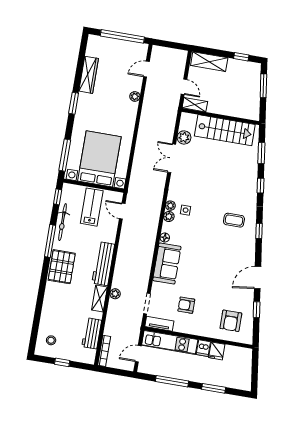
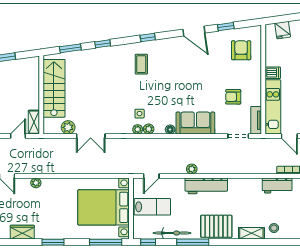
wardrobe: (89, 75) -> (22, 232), width x0.67
lab bench: (92, 207) -> (152, 207), turned 180
plant: (115, 294) -> (192, 169), moved
shelving: (99, 299) -> (251, 233), moved
armchair: (186, 305) -> (233, 97), turned 90
armchair: (231, 321) -> (241, 50), turned -90
stool: (51, 340) -> (274, 228), moved
fridge: (217, 351) -> (283, 30), moved, turned 82

